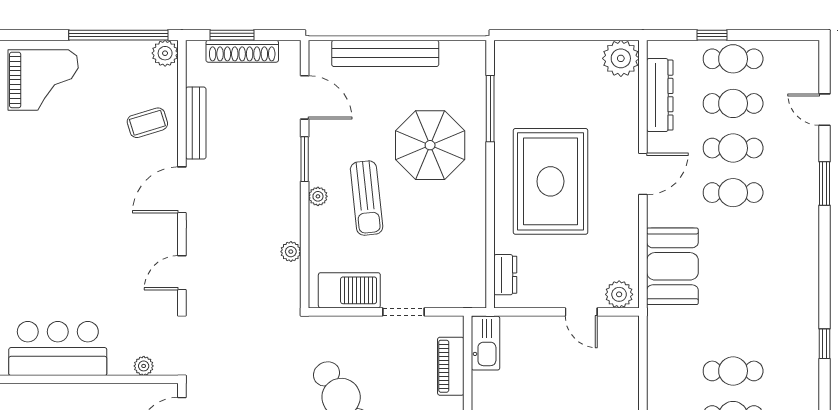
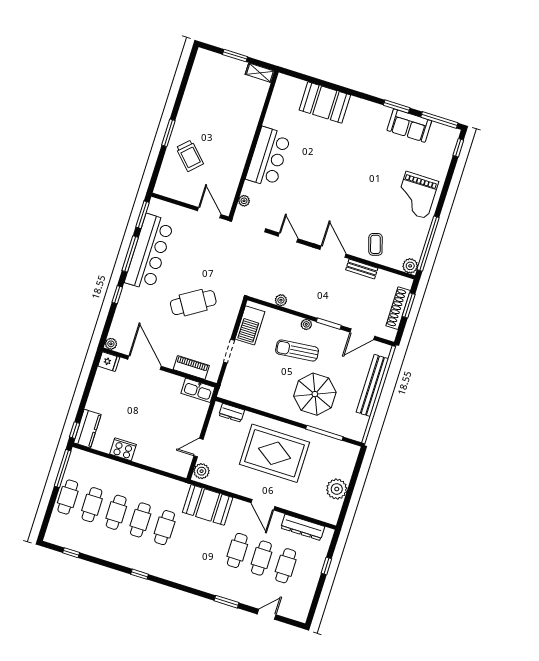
plant: (621, 58) -> (337, 489), moved
cafe table: (733, 59) -> (165, 528), moved
bench: (196, 123) -> (362, 269), width x0.73

